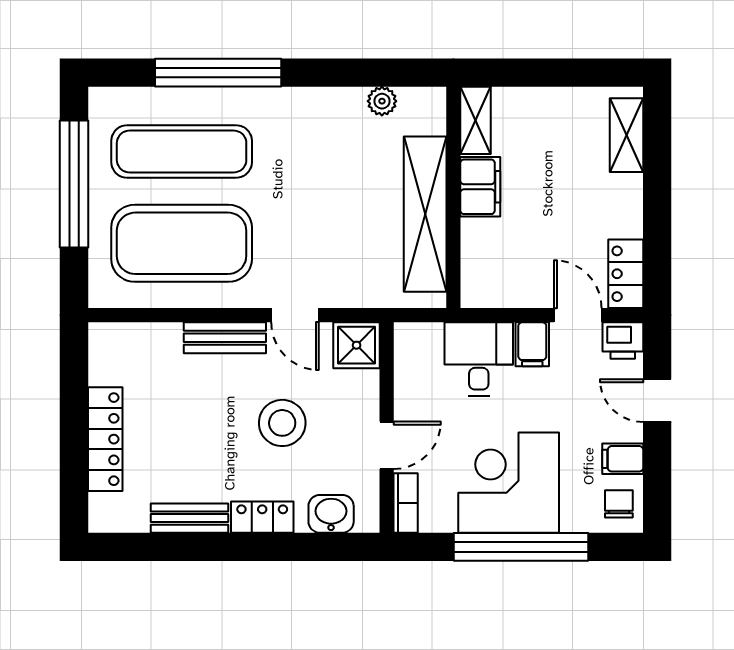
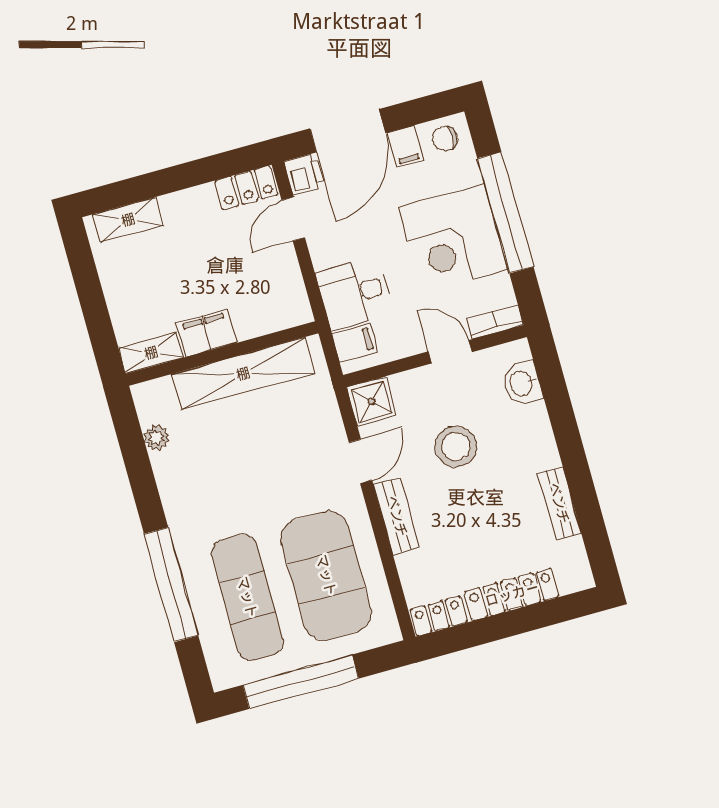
filing cabinet: (532, 344) -> (355, 343), moved
door: (657, 401) -> (348, 131), width x1.87
locker: (262, 517) -> (439, 616), moved, turned 90

